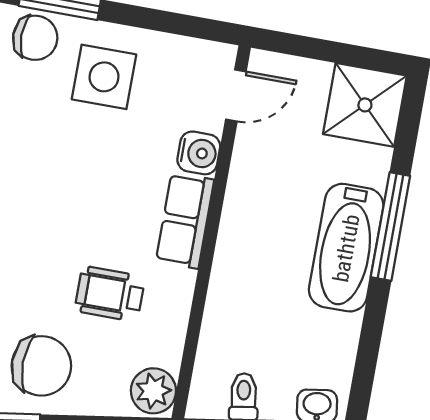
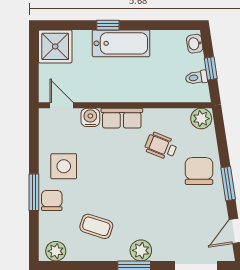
window: (390, 226) -> (108, 25), width x0.46
wheelchair: (110, 294) -> (161, 146), turned 112

